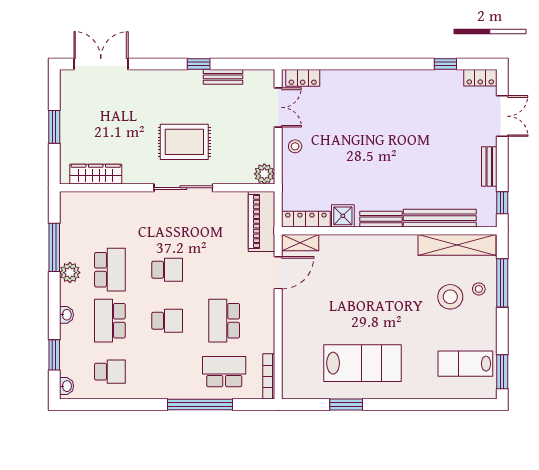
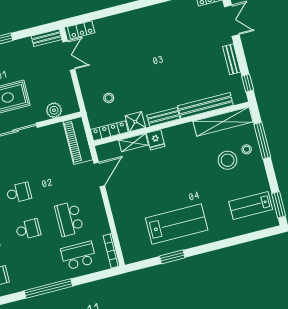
bench: (223, 77) -> (47, 38), moved
stool: (295, 146) -> (109, 98), moved
plant: (264, 174) -> (54, 110), moved
shelving: (300, 243) -> (134, 143), moved
fridge: (363, 246) -> (156, 140), added
window: (200, 405) -> (48, 288), moved

